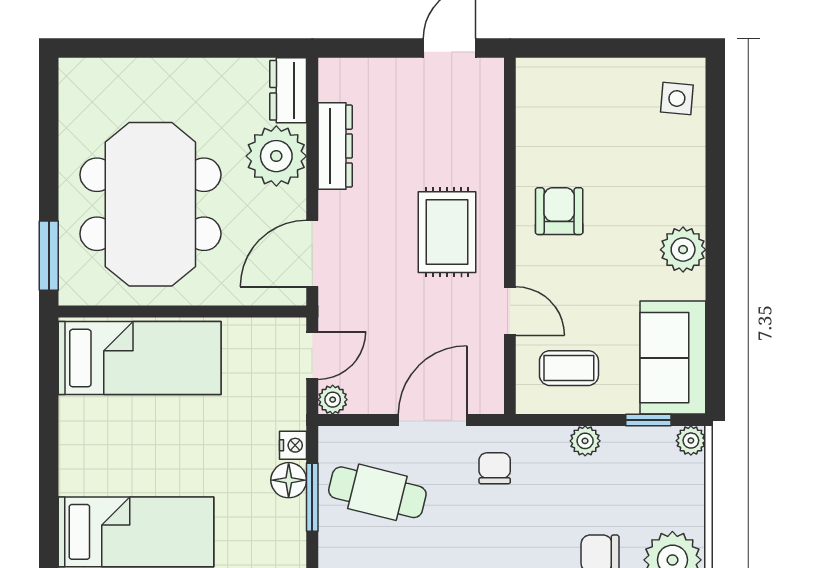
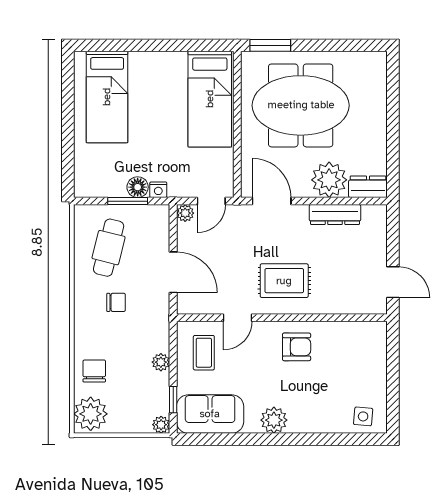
door: (312, 355) -> (211, 201), hinge flipped
chair: (495, 468) -> (116, 302), moved
cafe table: (377, 492) -> (109, 248), moved

